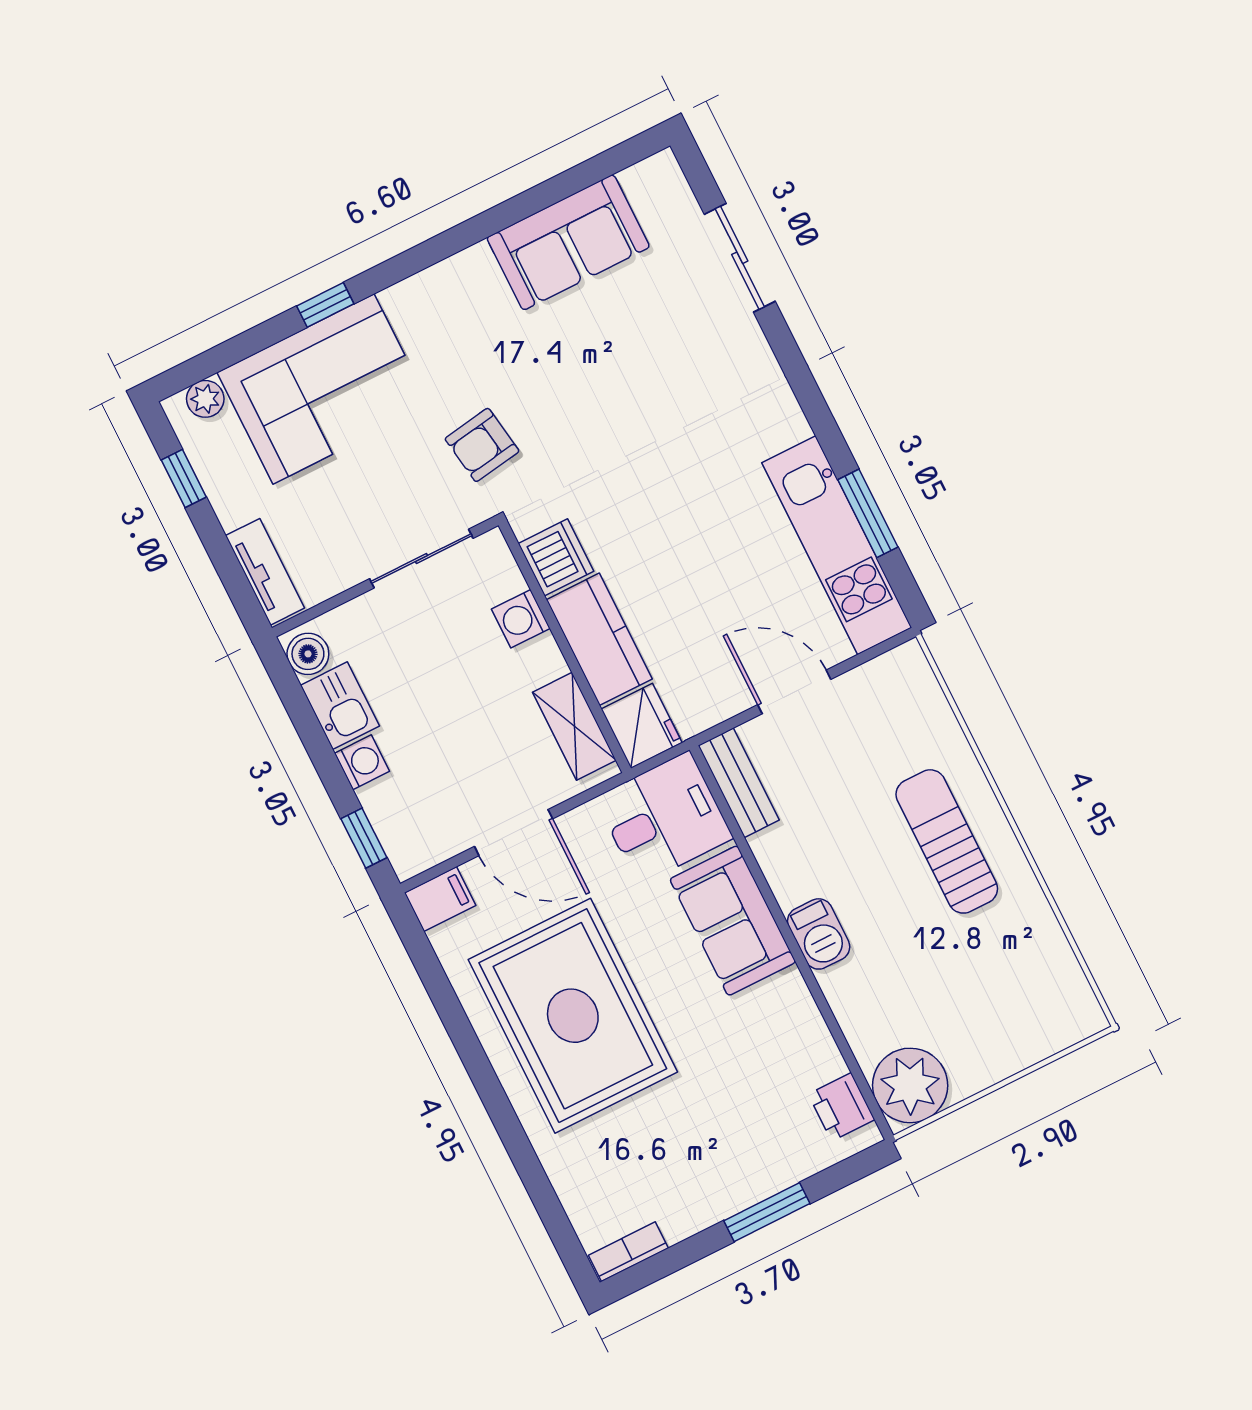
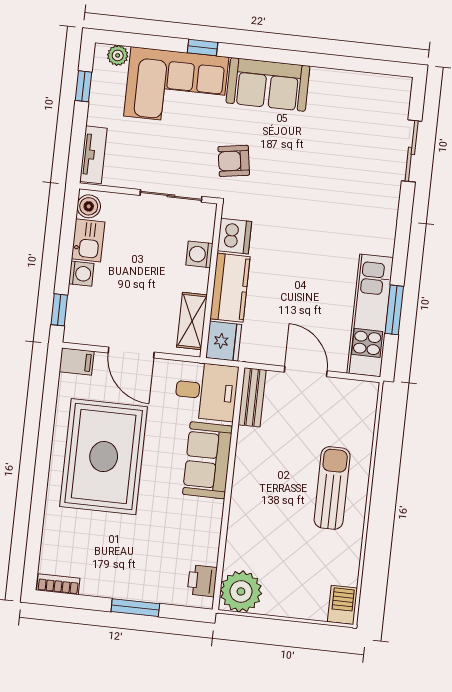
sofa: (568, 242) -> (268, 84), moved
barbecue: (819, 934) -> (342, 605), moved, turned 180

